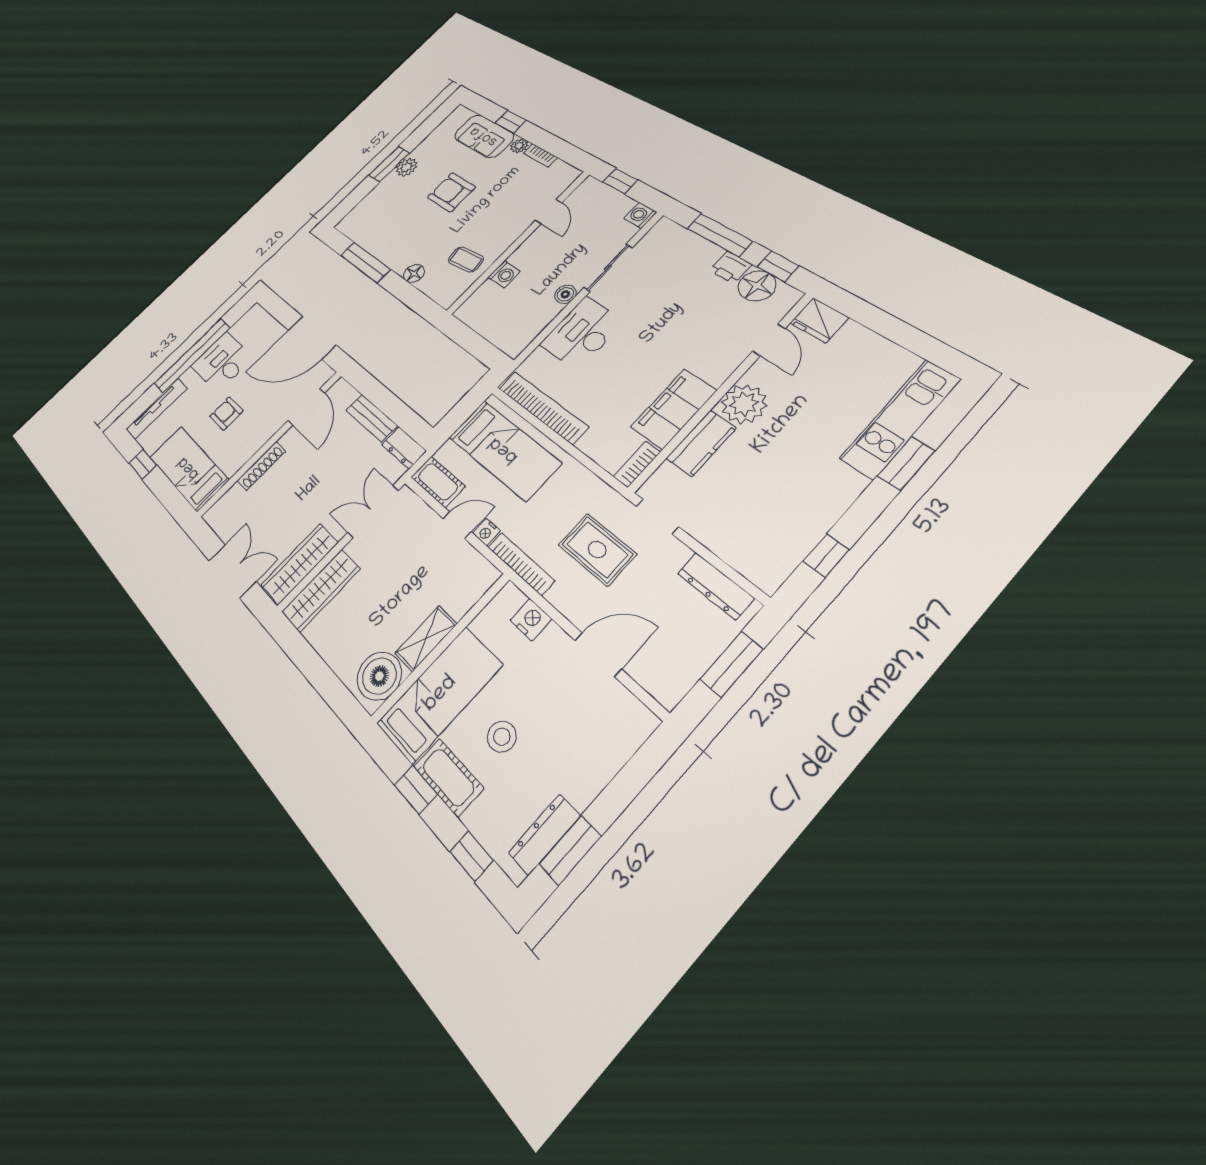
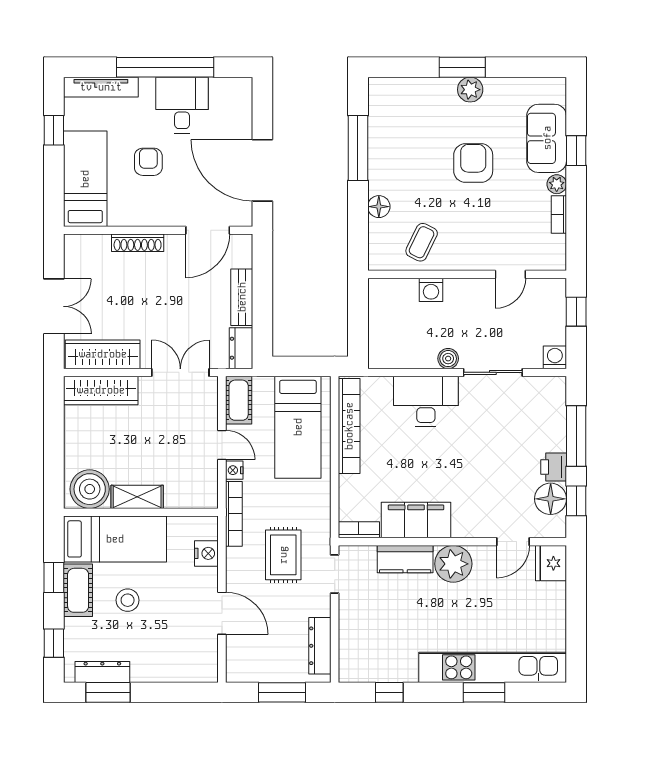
coffee table: (466, 260) -> (422, 242), turned 34
kitchen unit: (900, 419) -> (493, 667), width x1.36

